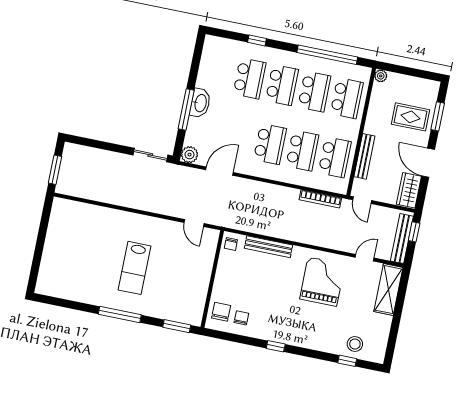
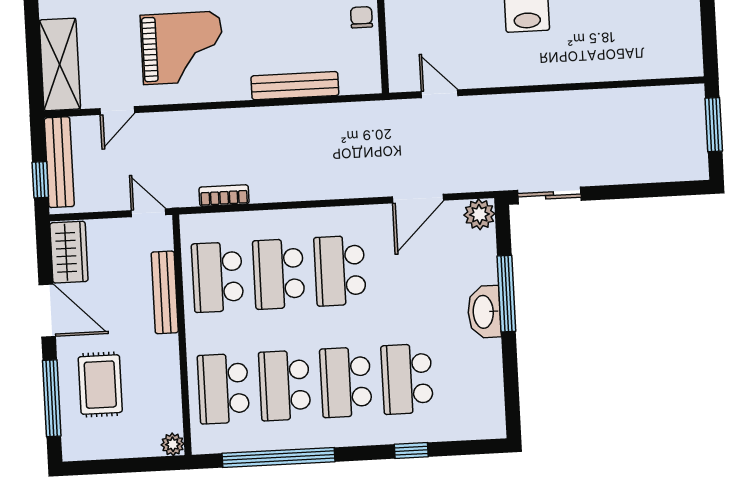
window: (438, 116) -> (52, 398), width x1.44
rug: (410, 117) -> (100, 385), turned 90
bookcase: (320, 199) -> (224, 195), width x0.64
chair: (231, 244) -> (361, 17), moved
grand piano: (322, 282) -> (182, 48), turned -90

